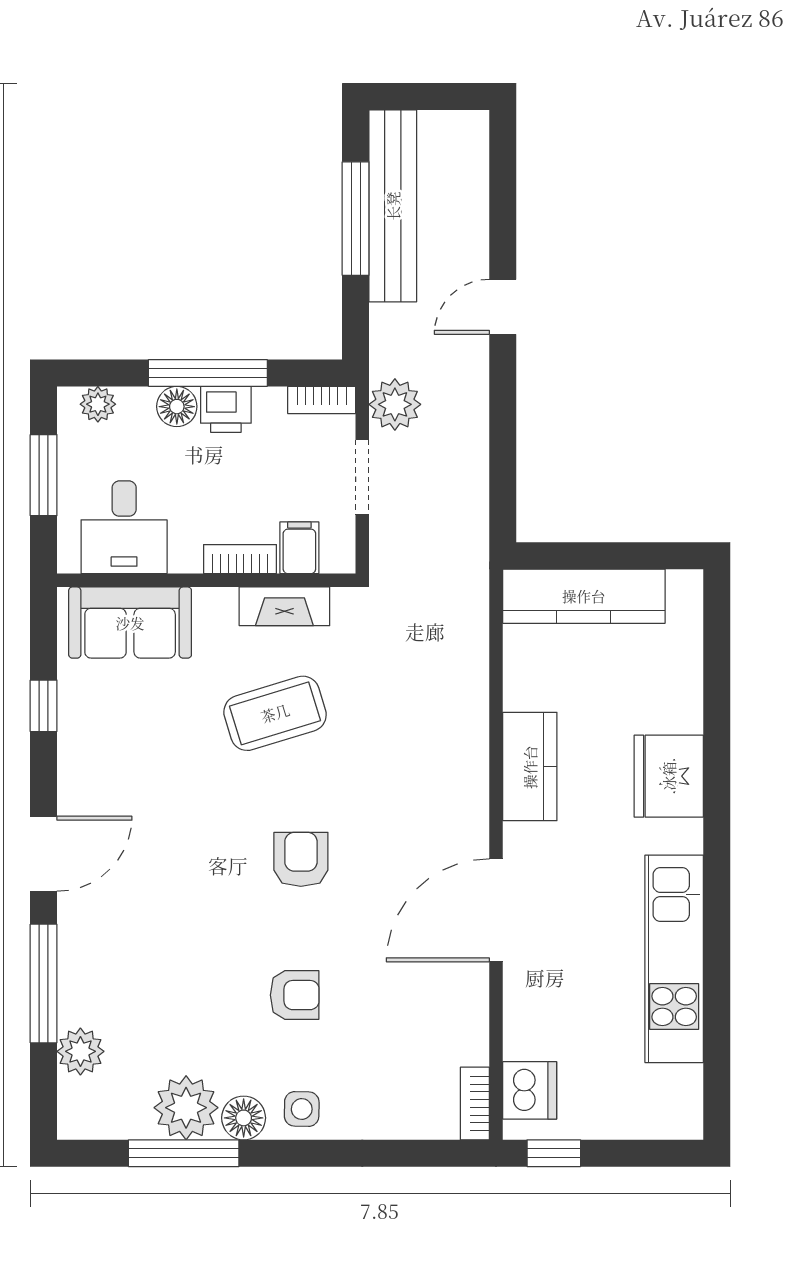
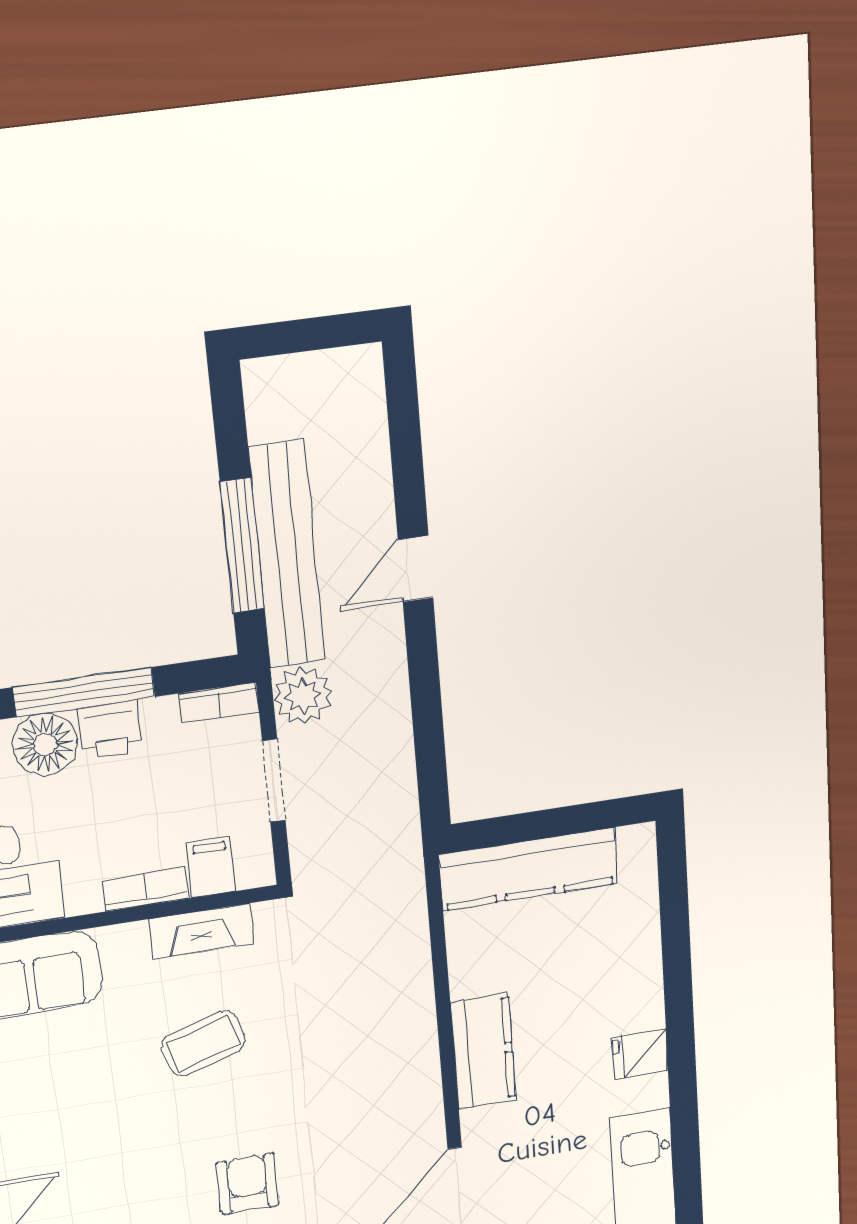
bench: (393, 206) -> (287, 555), moved
window: (356, 219) -> (242, 546), moved
floor lamp: (177, 407) -> (45, 744), width x1.38, depth x1.38
coffee table: (275, 713) -> (203, 1043), width x0.73, depth x0.77
fridge: (669, 776) -> (640, 1054), width x0.53, depth x0.75

